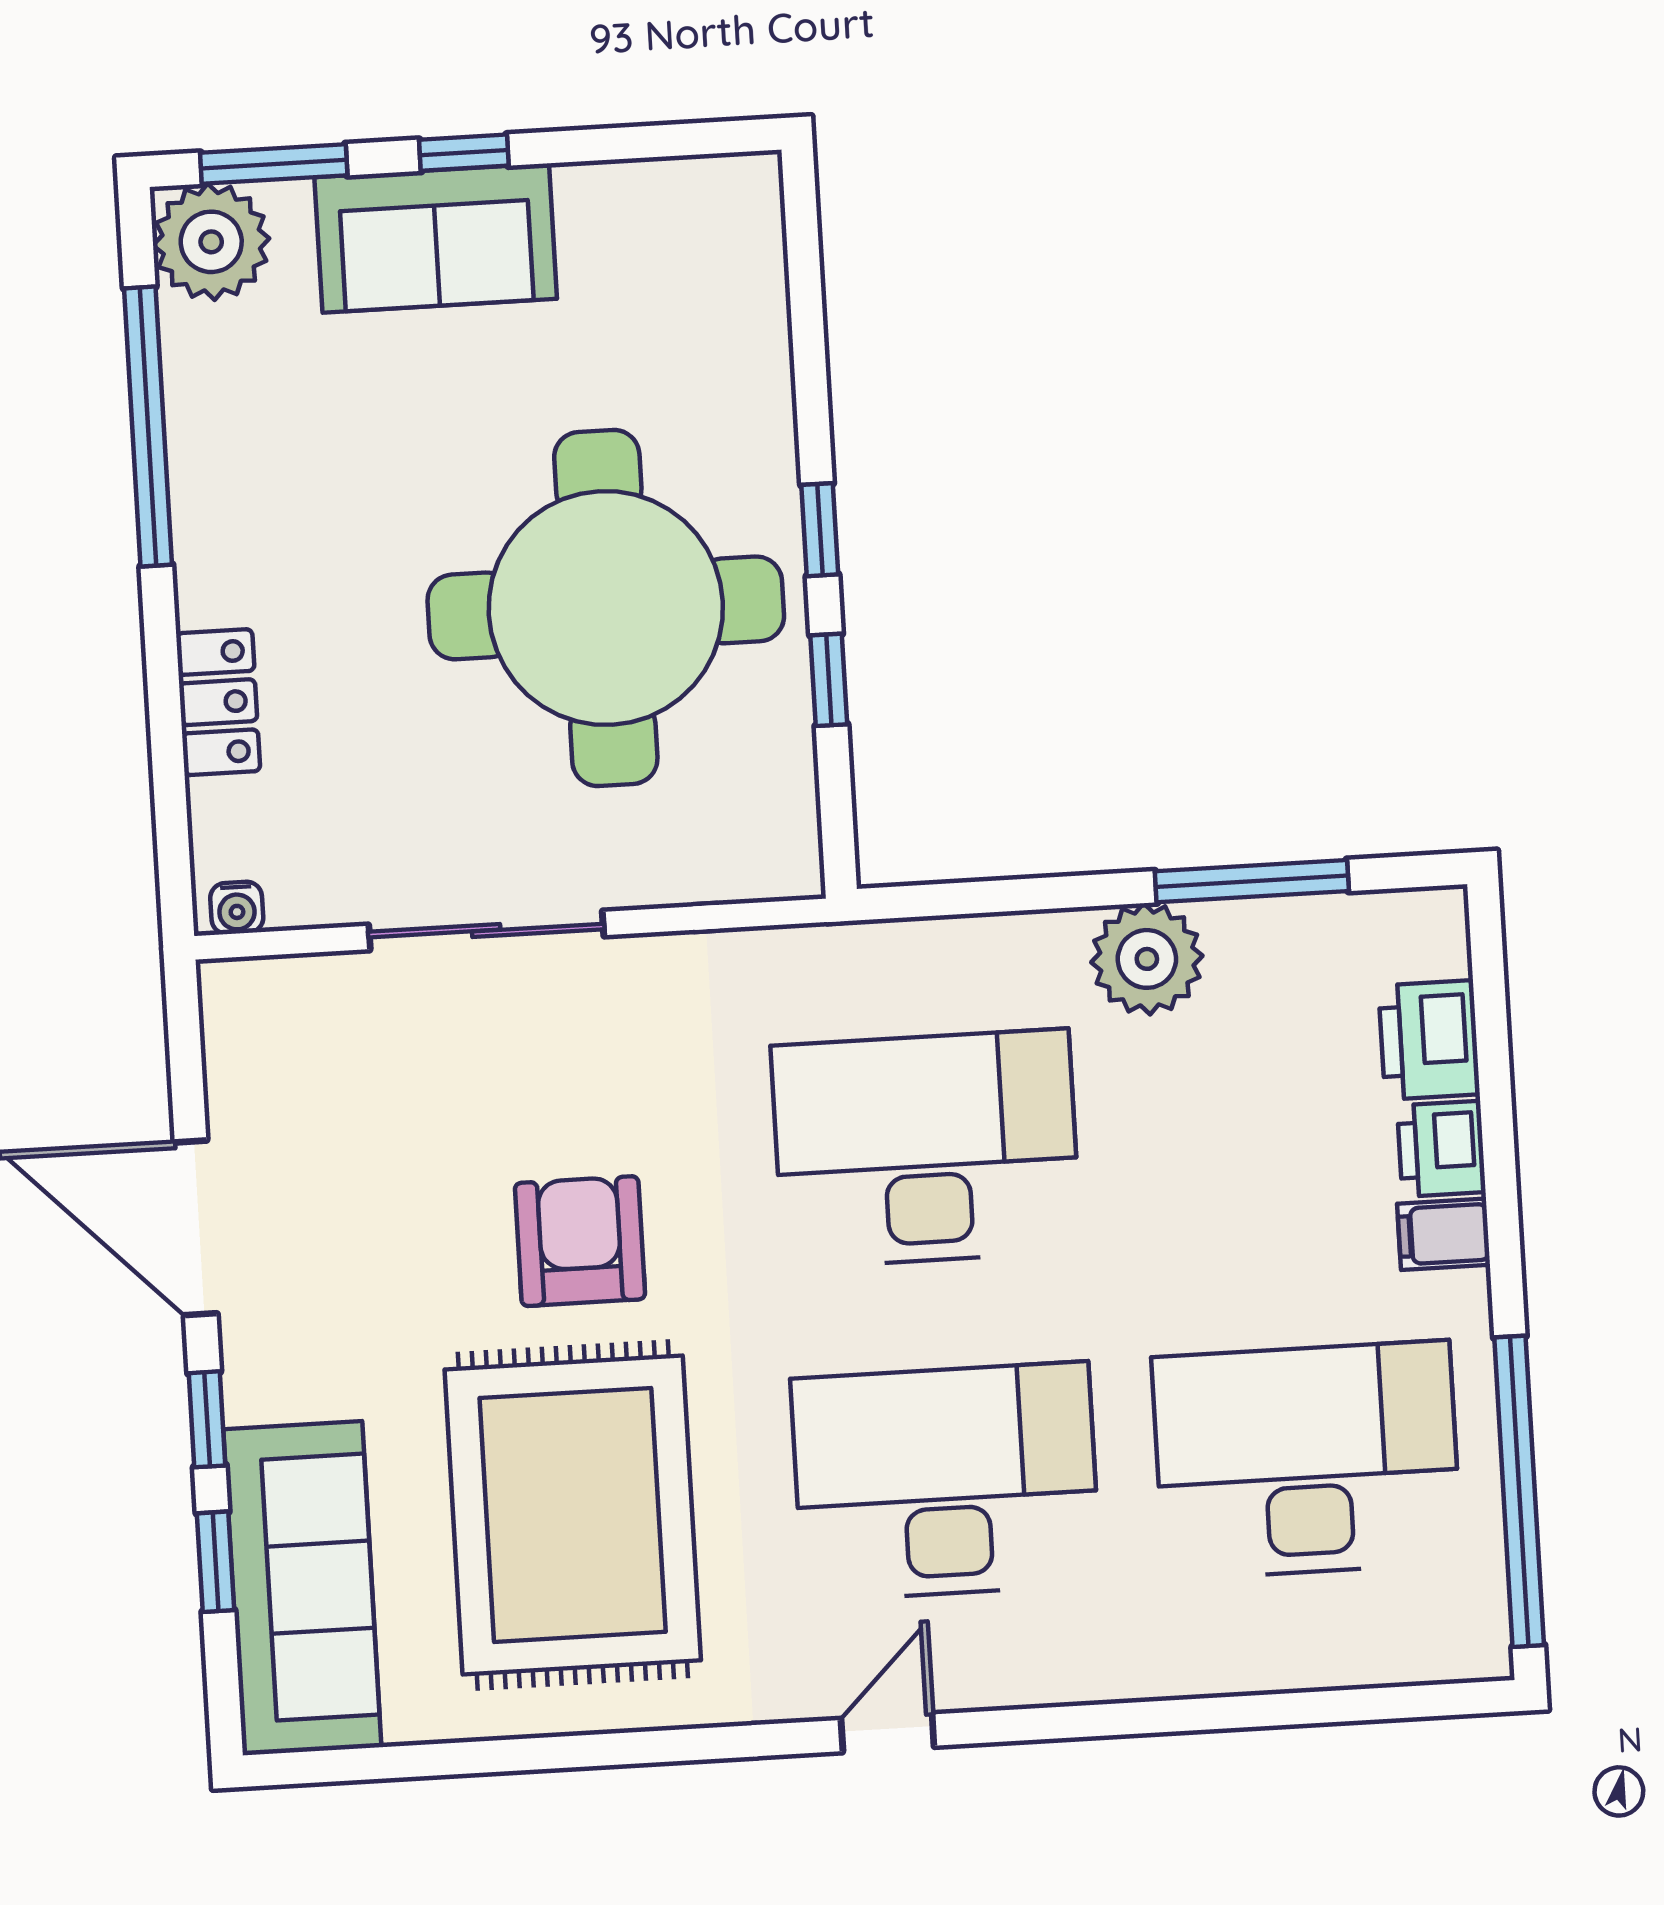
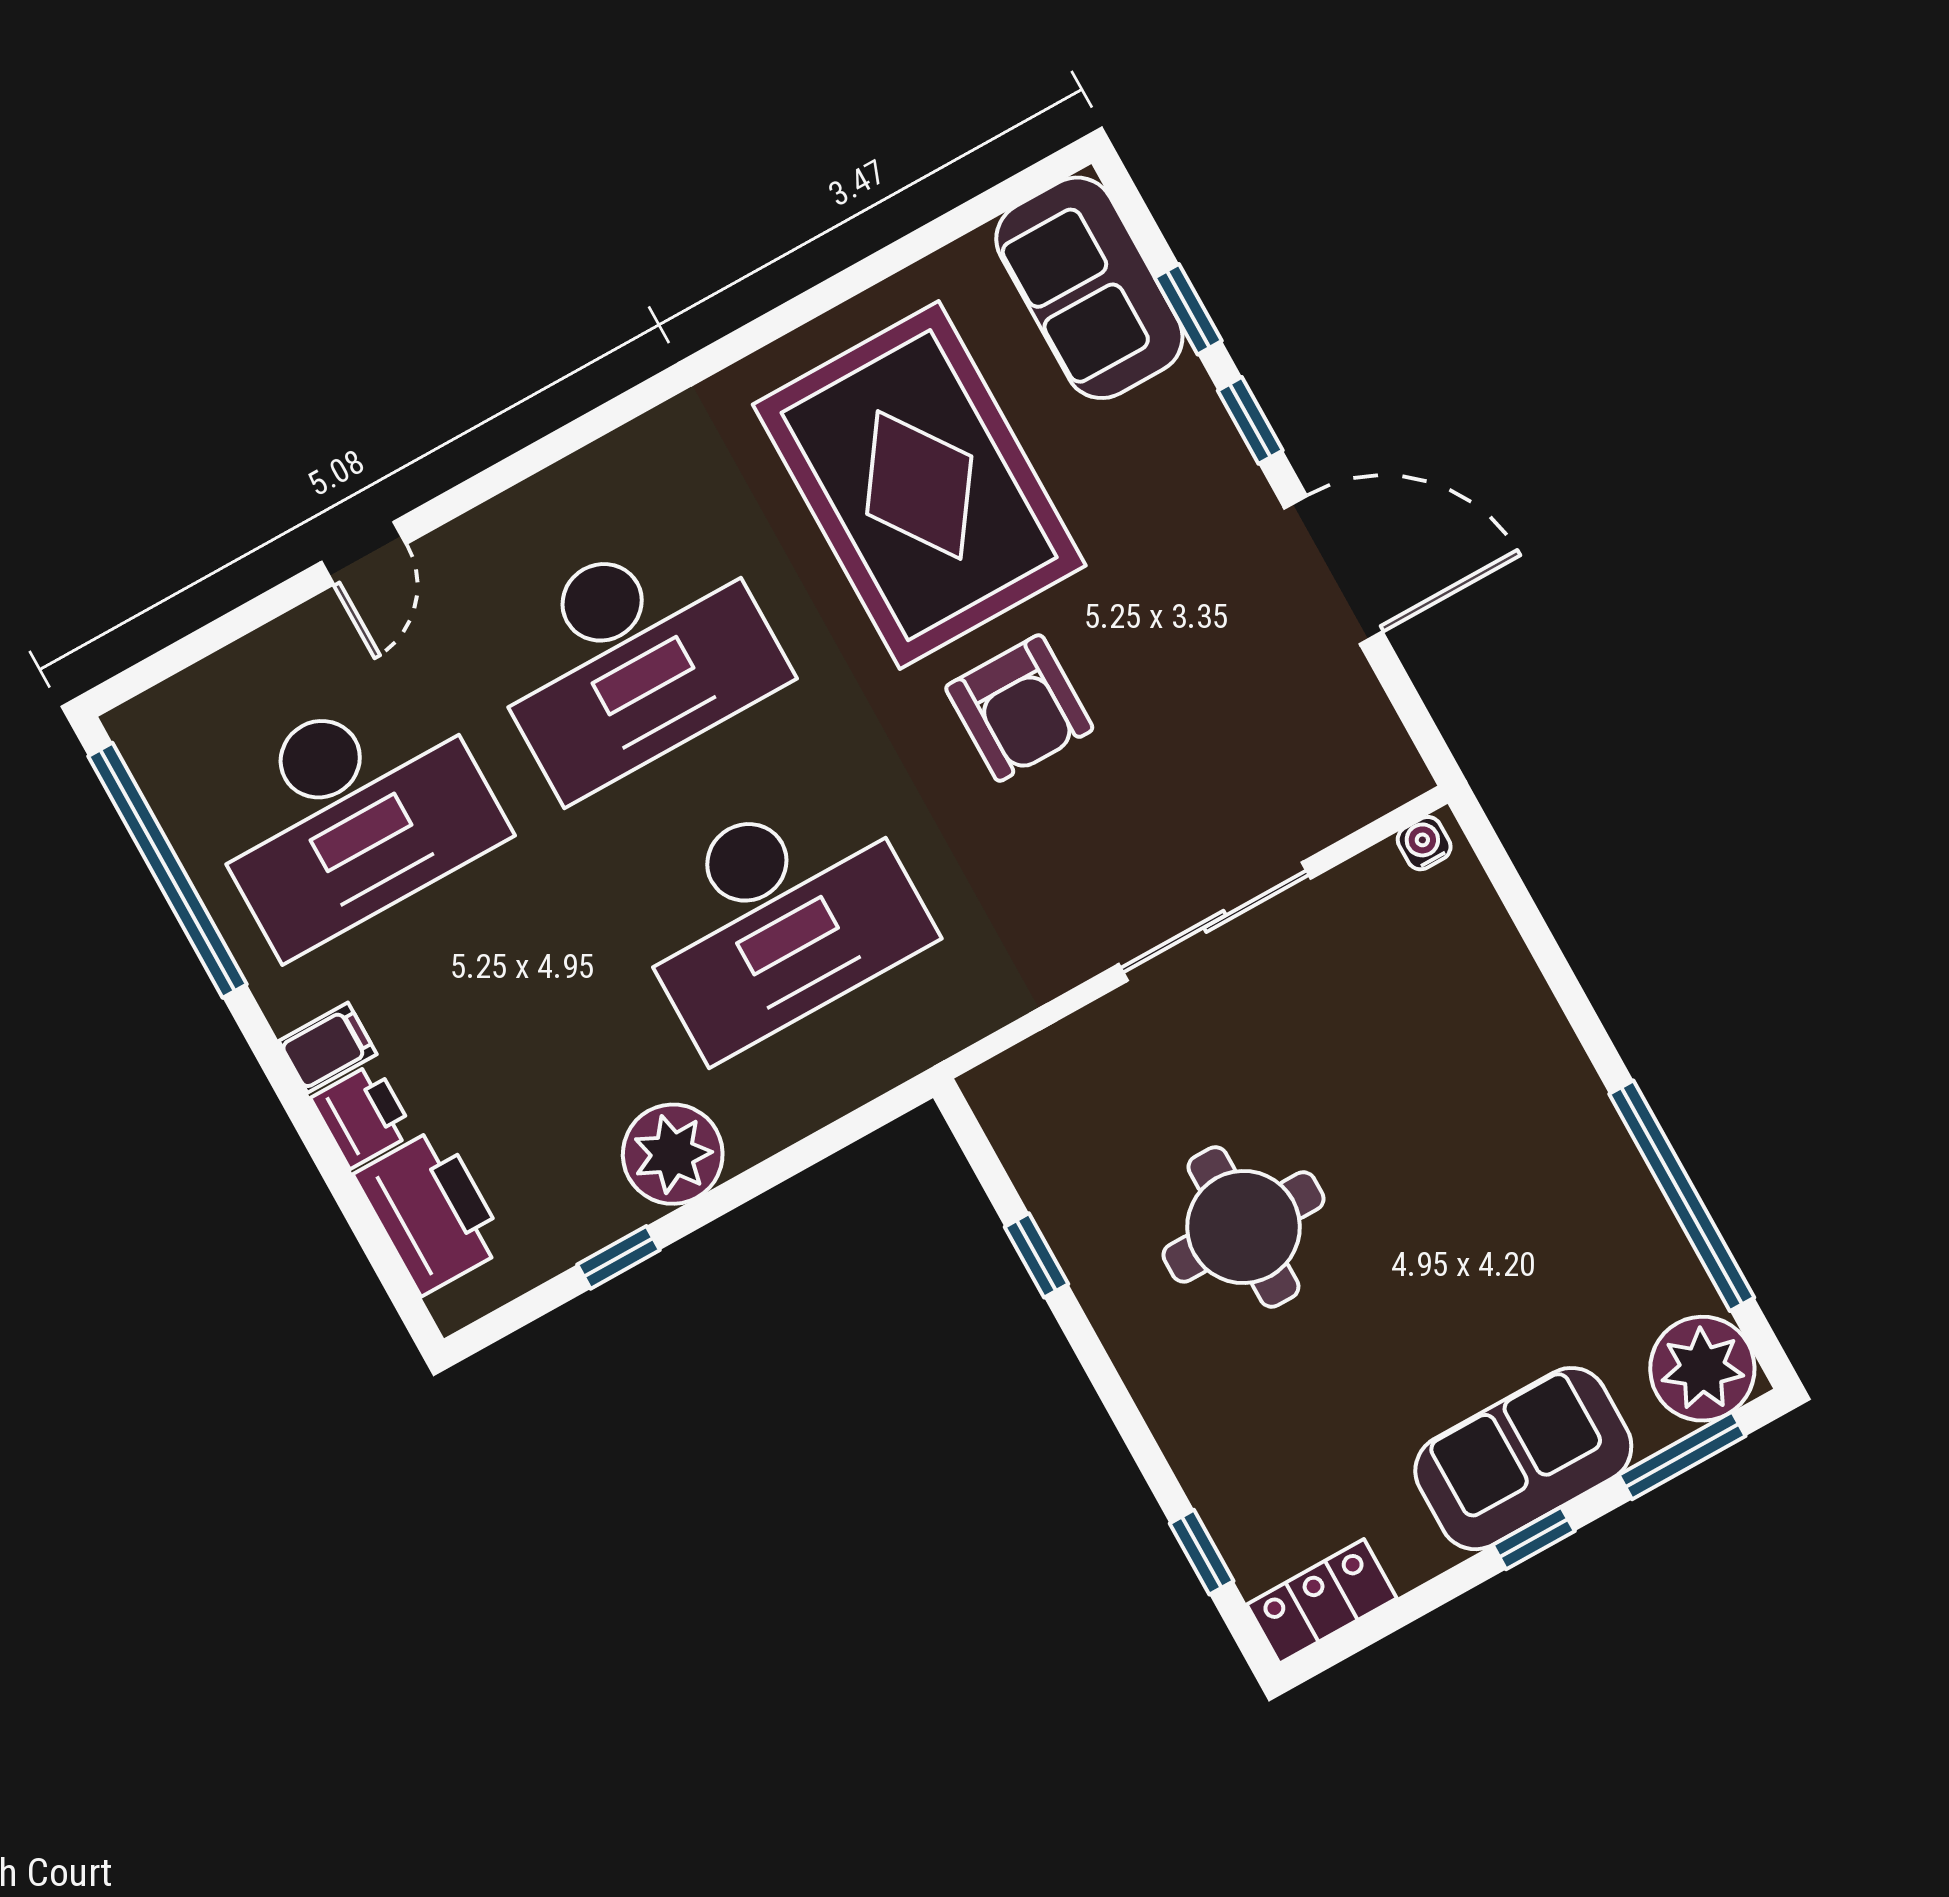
window: (820, 530) -> (1202, 1552), moved
round table: (606, 608) -> (1243, 1227), width x0.54, depth x0.54
locker: (218, 702) -> (1322, 1601), moved, turned 90
window: (1252, 881) -> (618, 1257), width x0.46
printer: (1429, 1040) -> (431, 1211), width x1.37, depth x1.19
sofa: (302, 1588) -> (1089, 288), width x0.73
door: (888, 1733) -> (364, 553), moved

